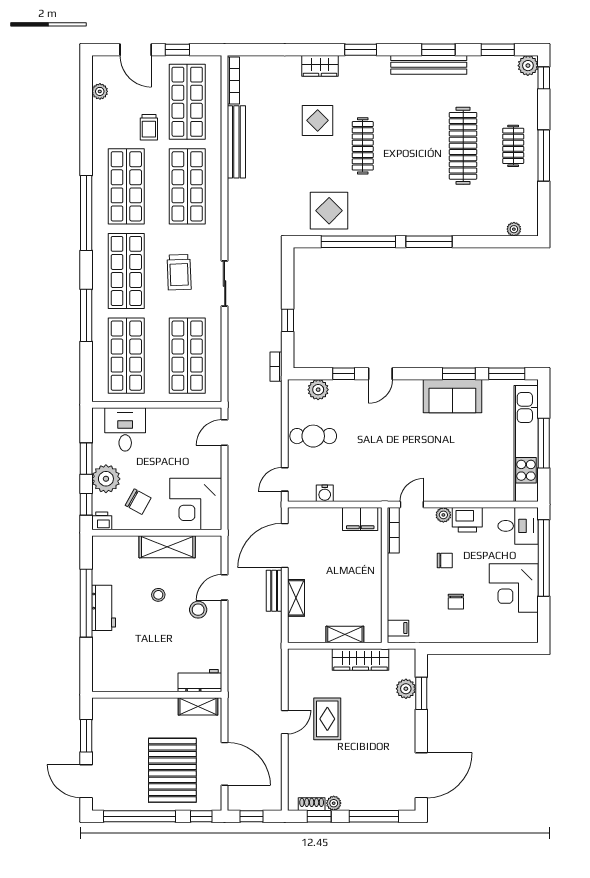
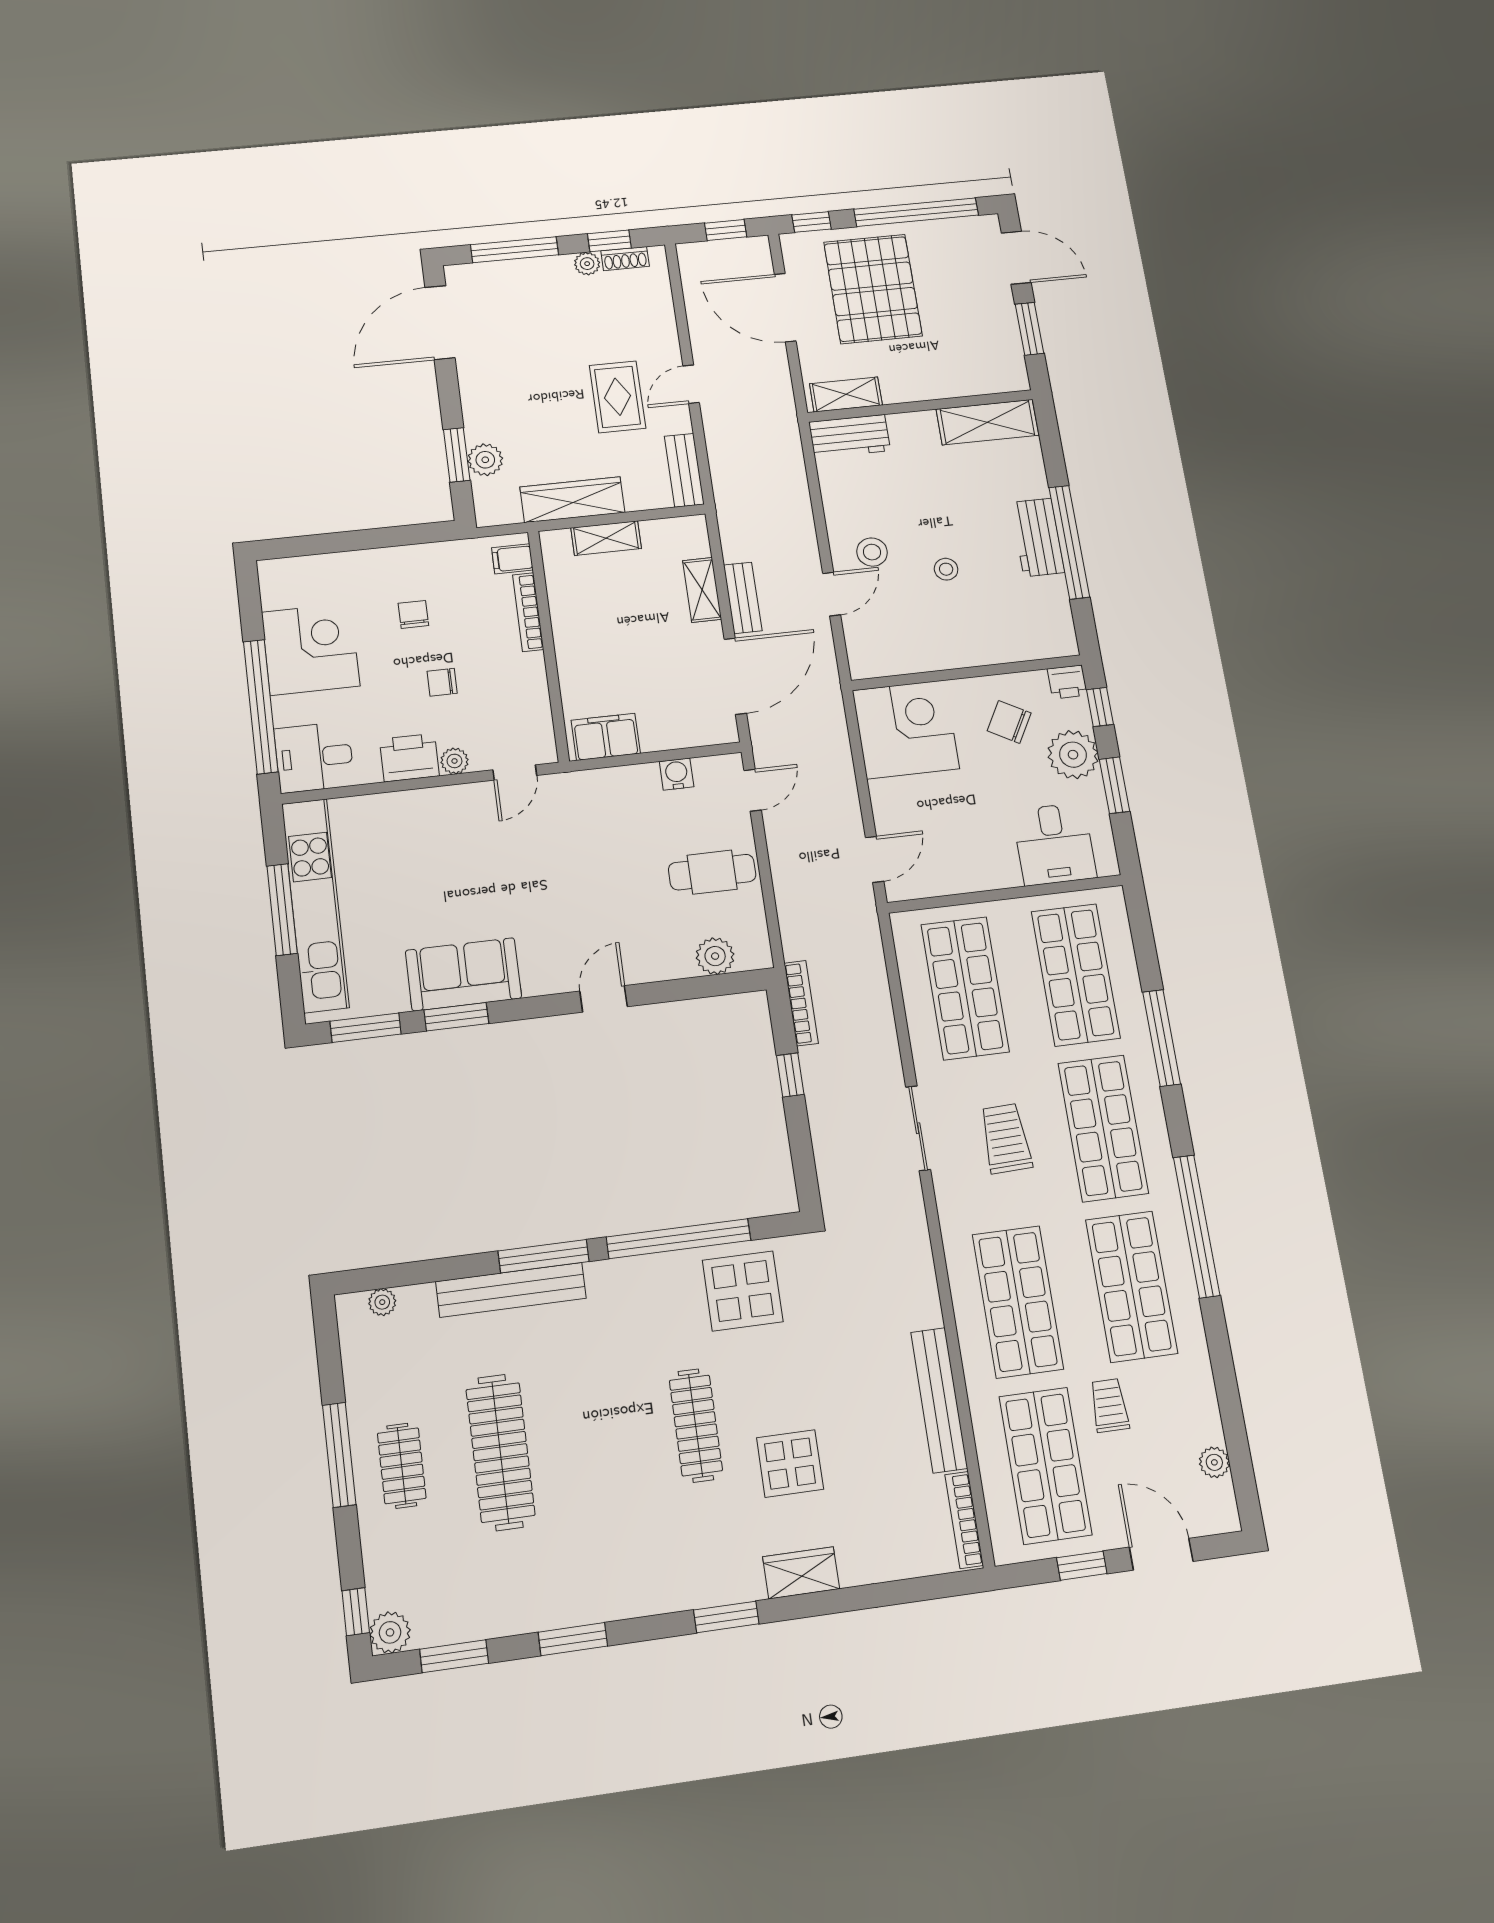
bench: (429, 65) -> (511, 1290), moved
bookcase: (276, 367) -> (801, 1003), width x1.56
window: (344, 374) -> (672, 991), removed
bookcase: (393, 530) -> (528, 612), moved
shelving: (167, 547) -> (987, 422), moved
bench: (296, 670) -> (684, 470), added

